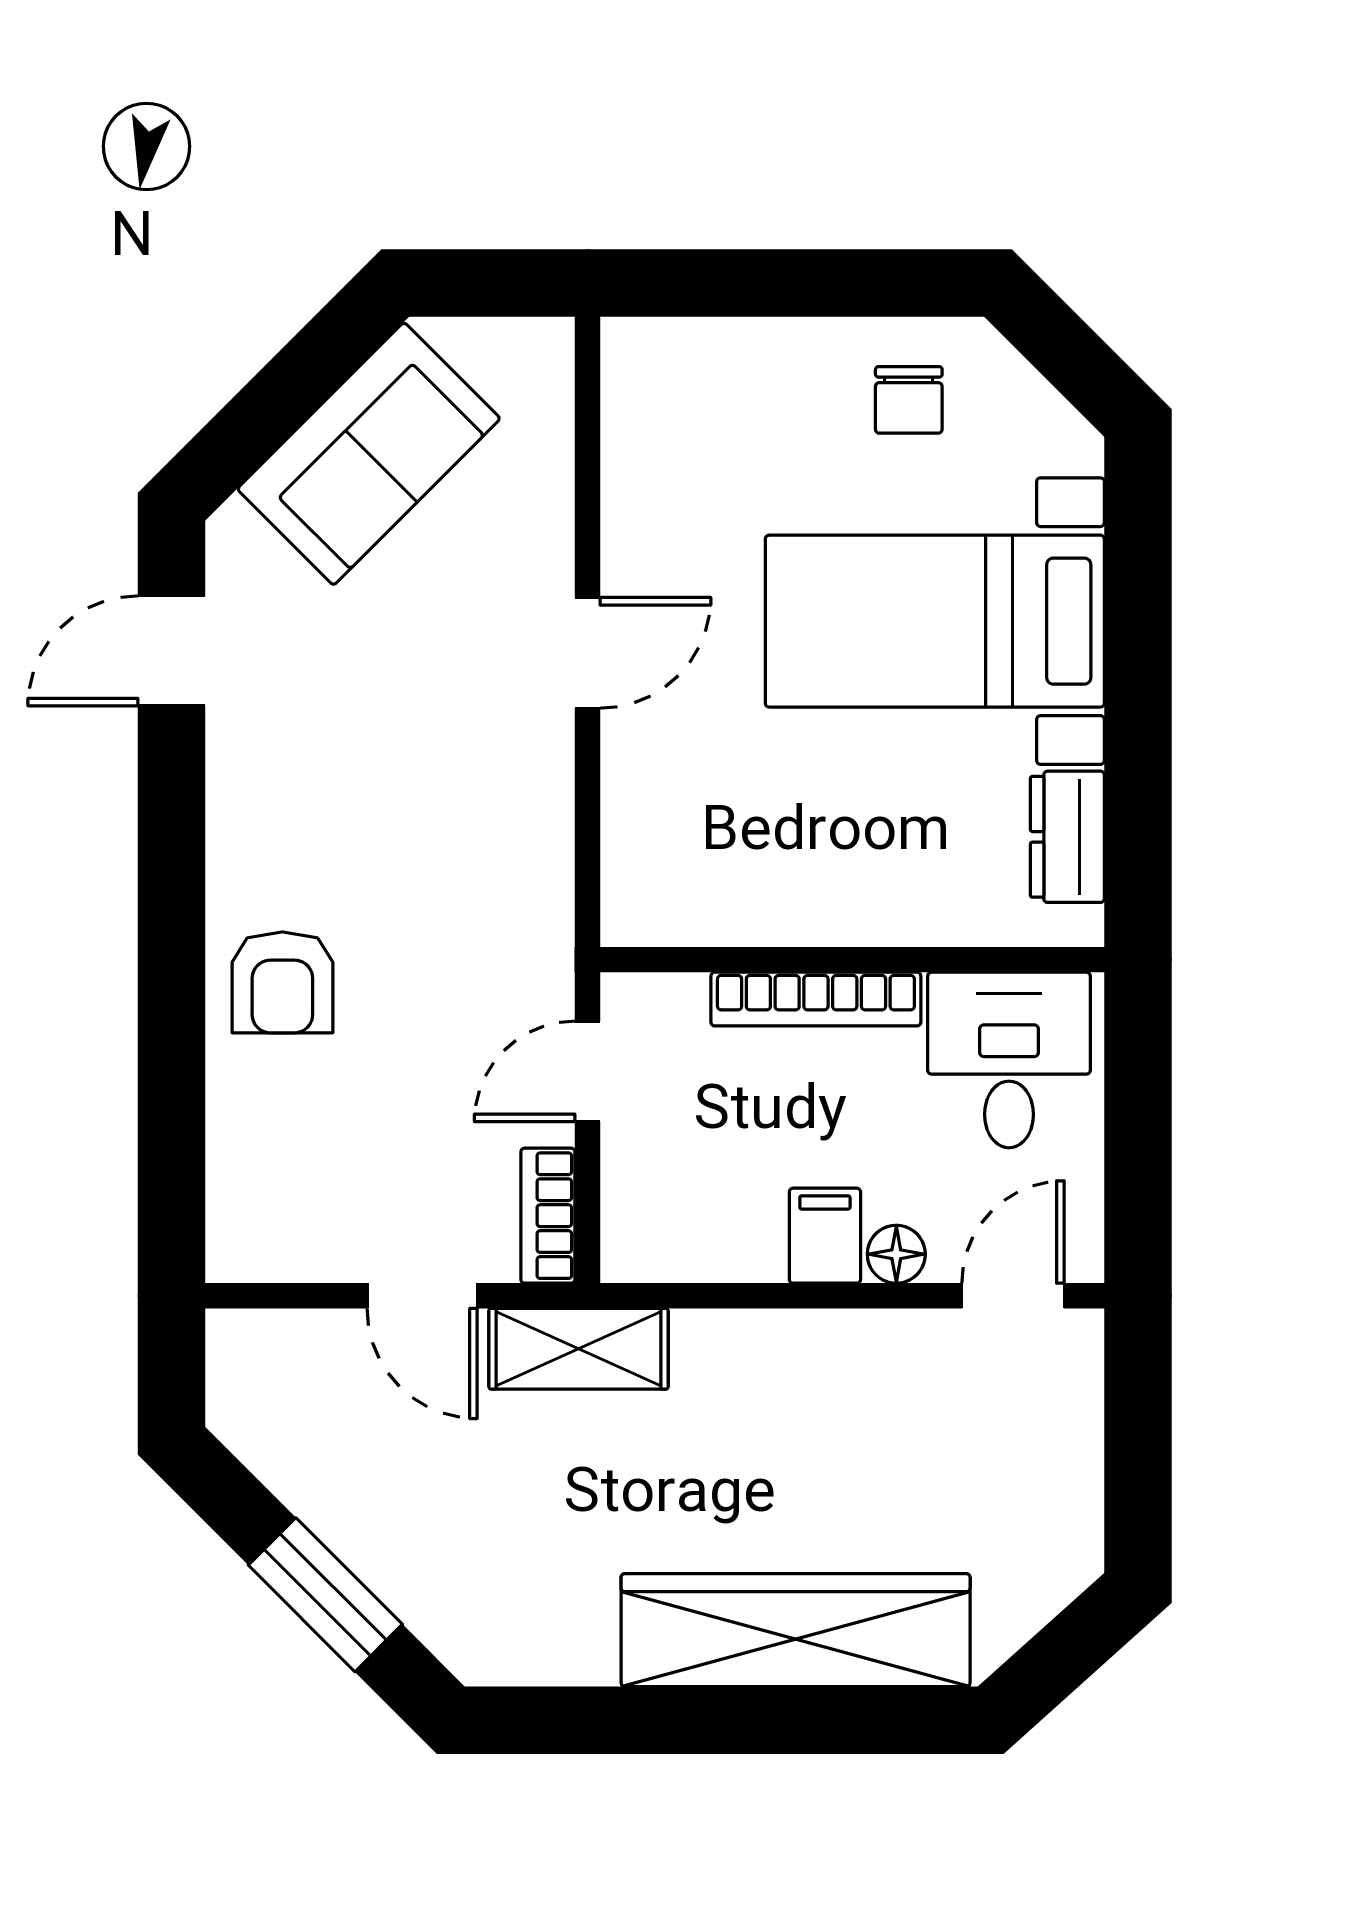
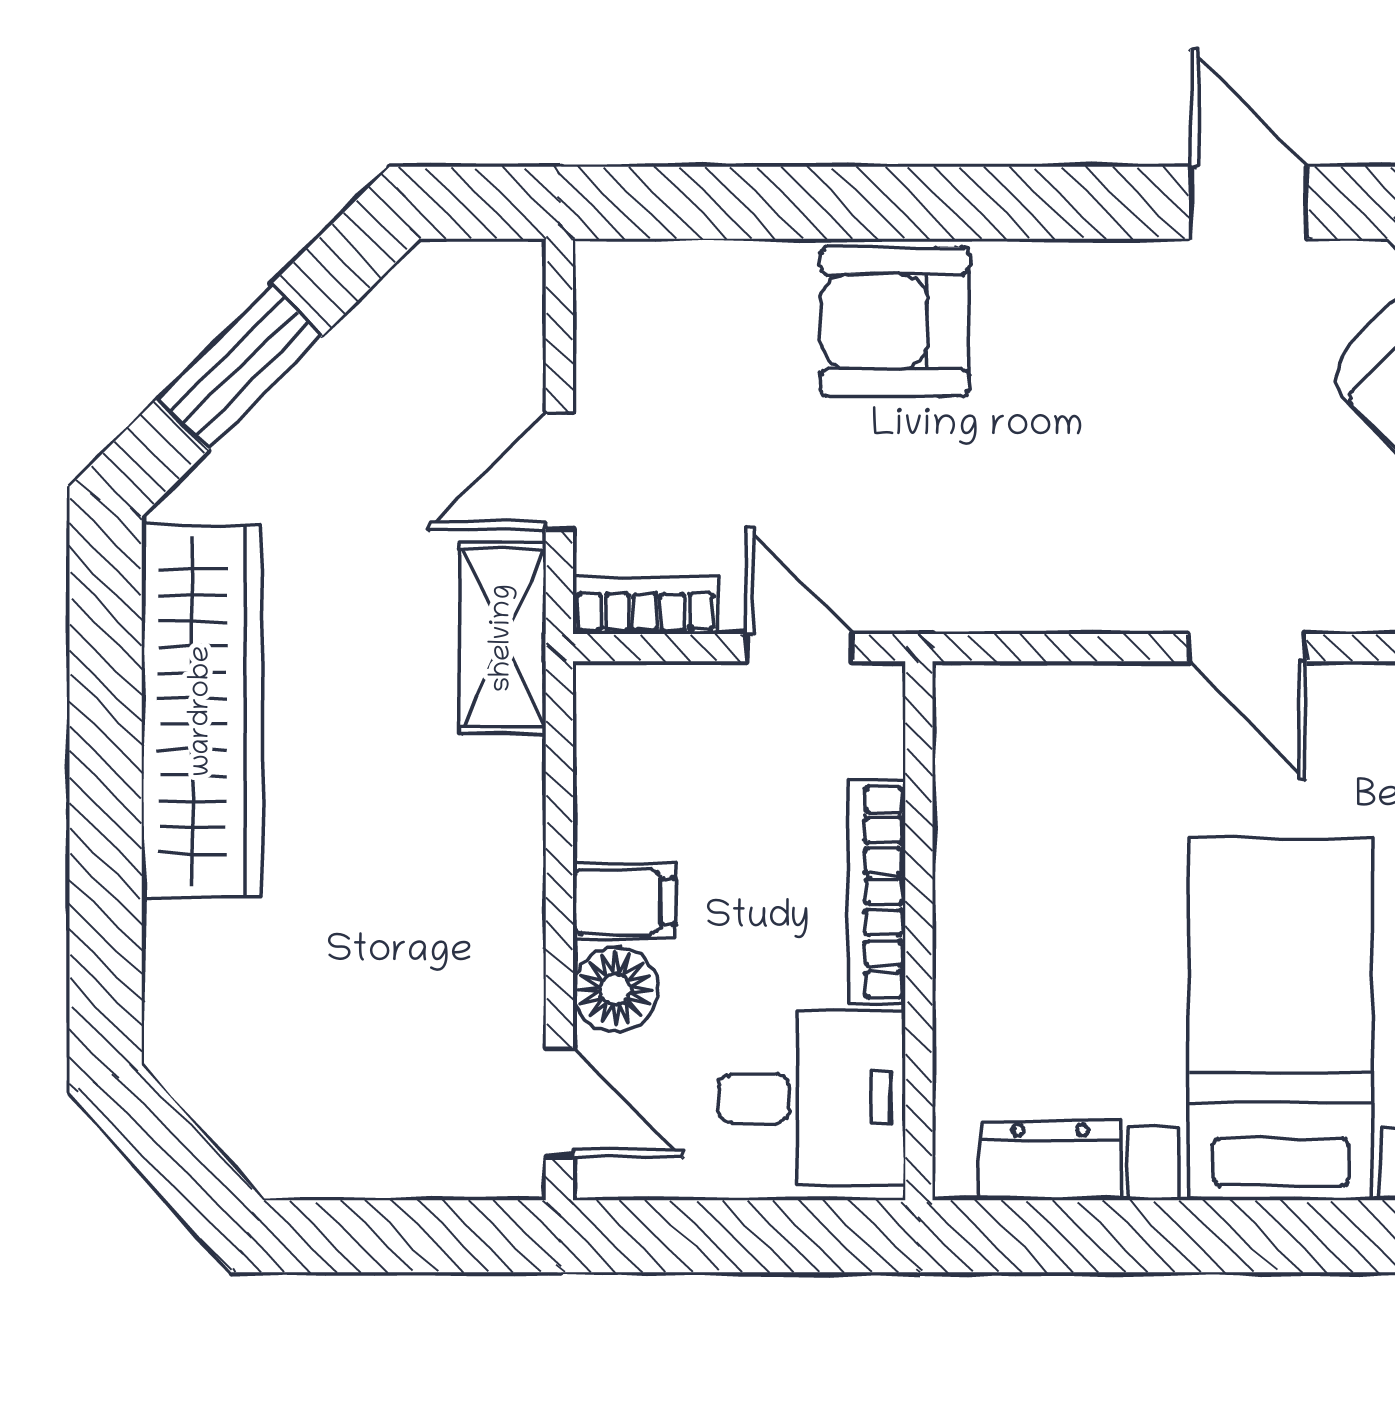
armchair: (282, 982) -> (895, 321), width x1.38, depth x1.38
floor lamp: (896, 1254) -> (615, 989), width x1.37, depth x1.37
wardrobe: (796, 1630) -> (202, 711), moved

